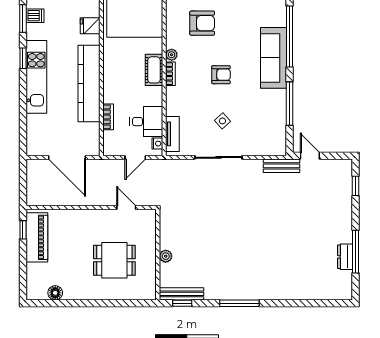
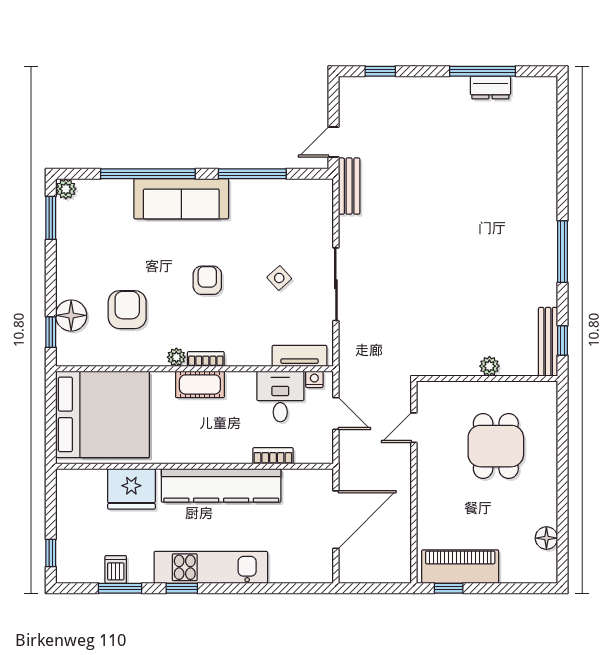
fridge: (90, 26) -> (131, 489), width x1.88, depth x1.34

